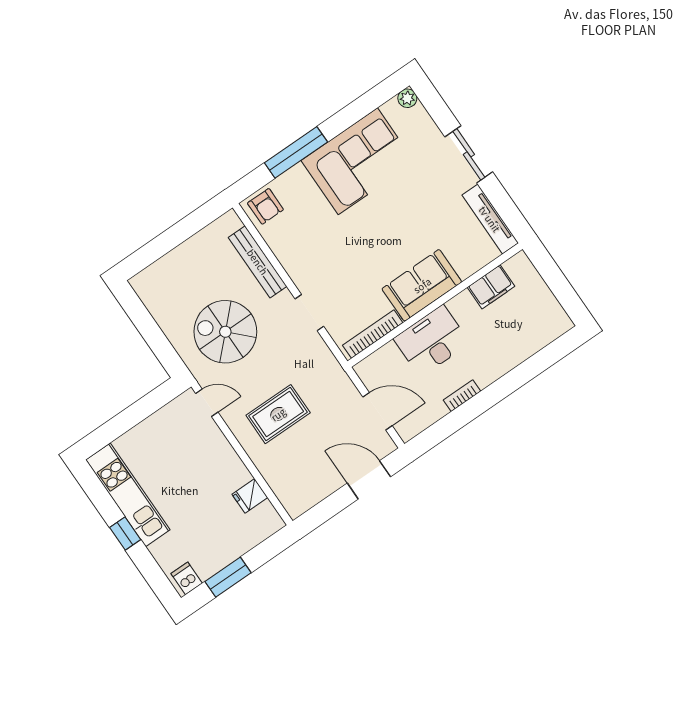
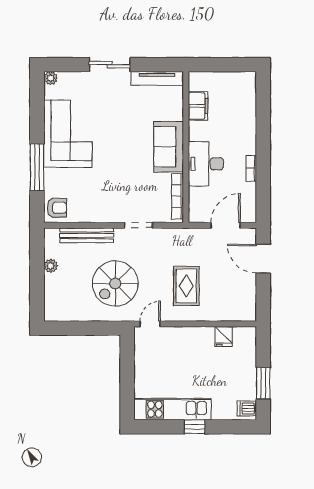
plant: (195, 245) -> (51, 266), added
door: (369, 480) -> (263, 259), hinge flipped

